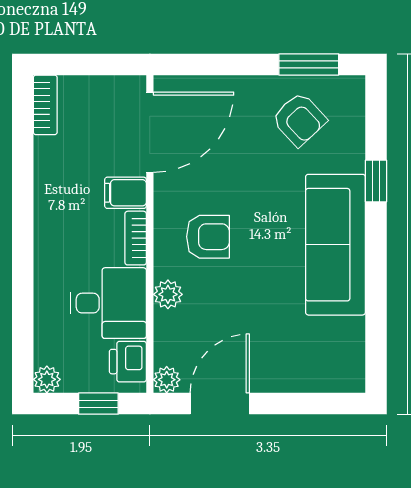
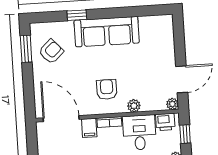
door: (220, 404) -> (182, 79), swing flipped

